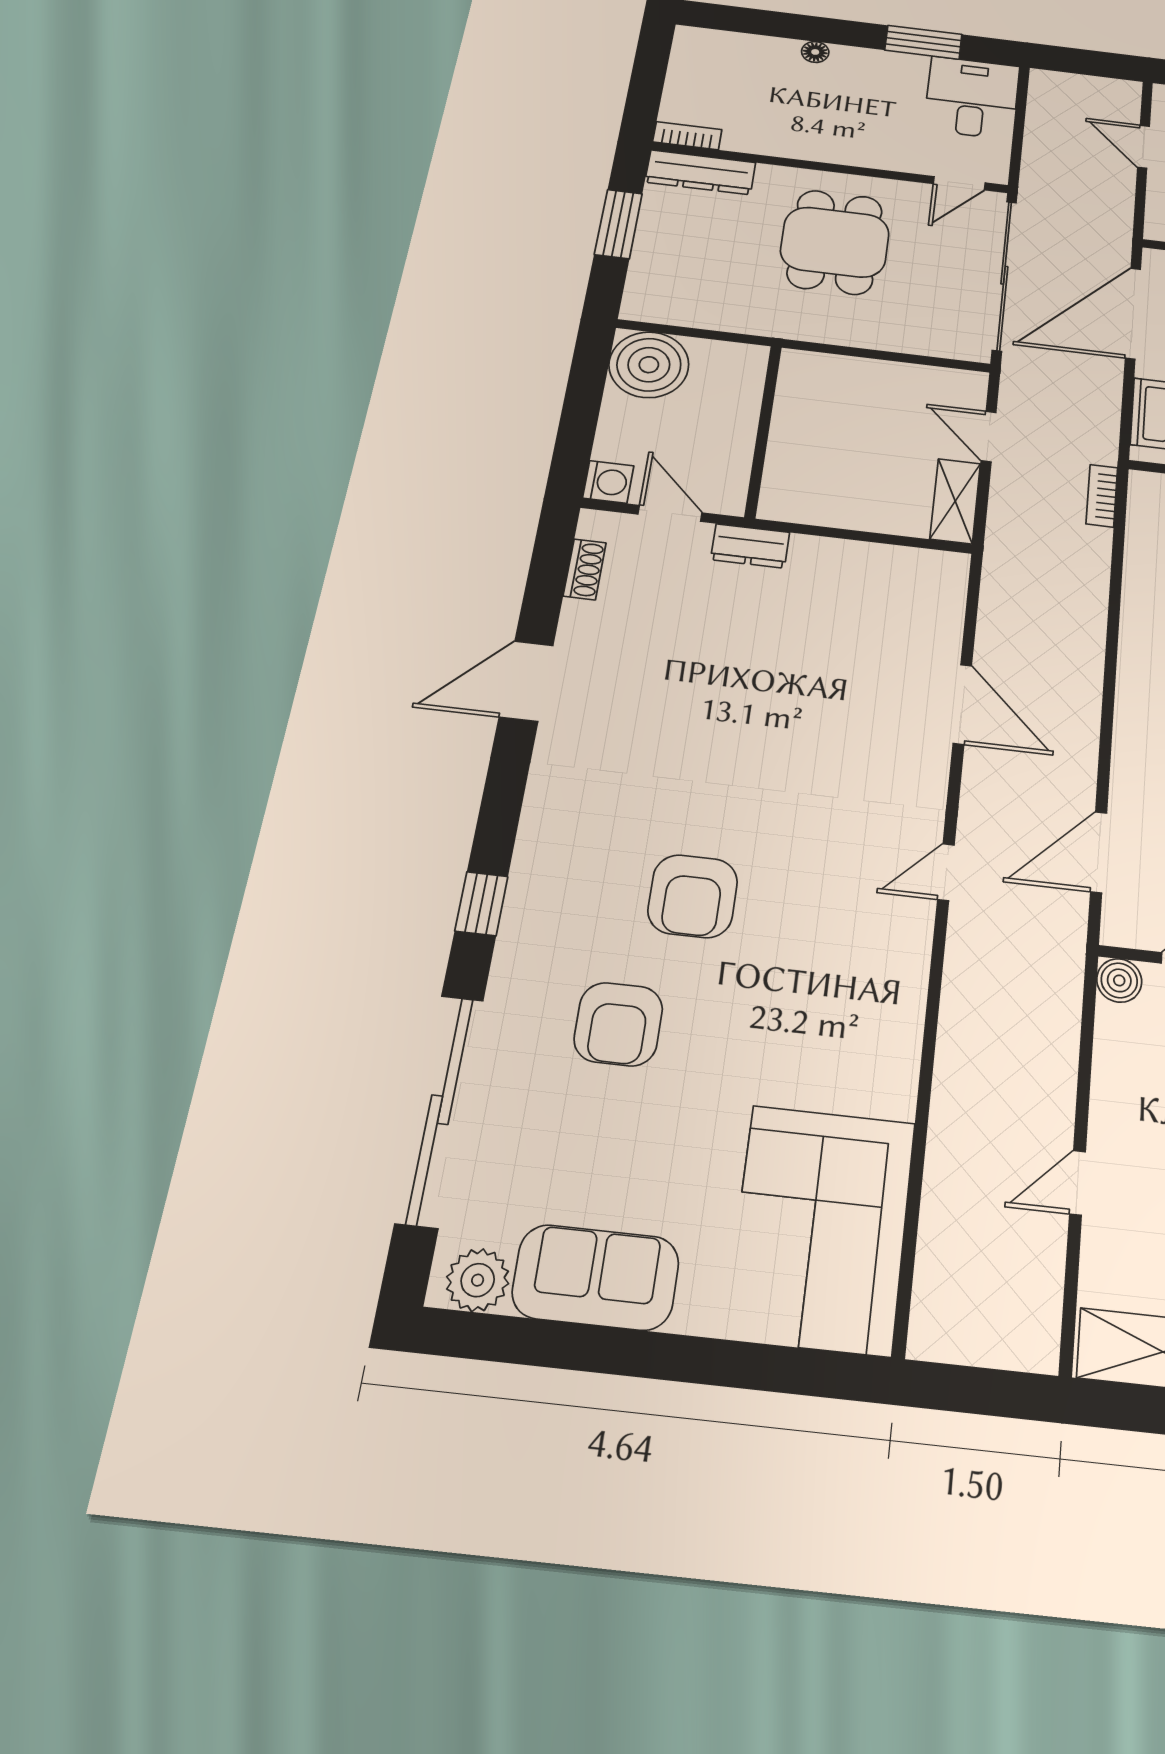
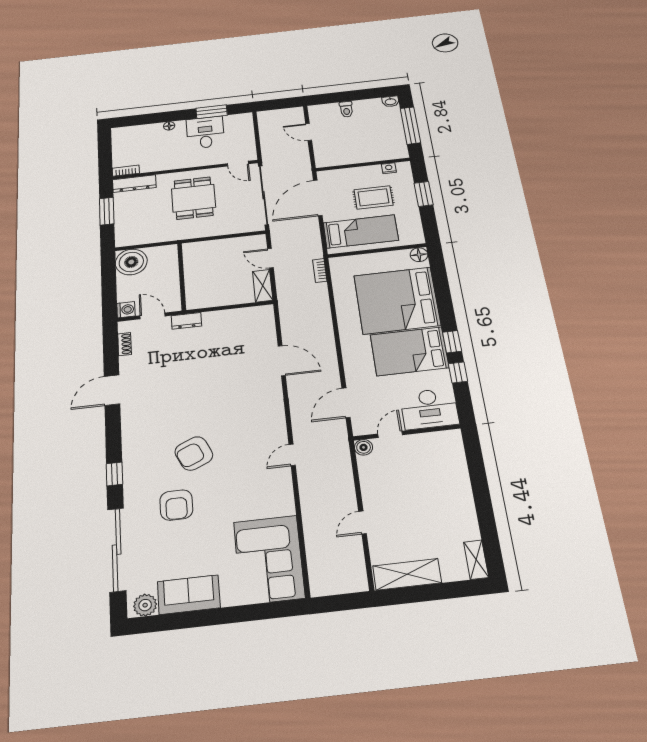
desk: (972, 98) -> (205, 132), moved
door: (959, 183) -> (238, 164), hinge flipped
door: (946, 872) -> (292, 455), moved
armchair: (693, 896) -> (194, 453), turned 66

